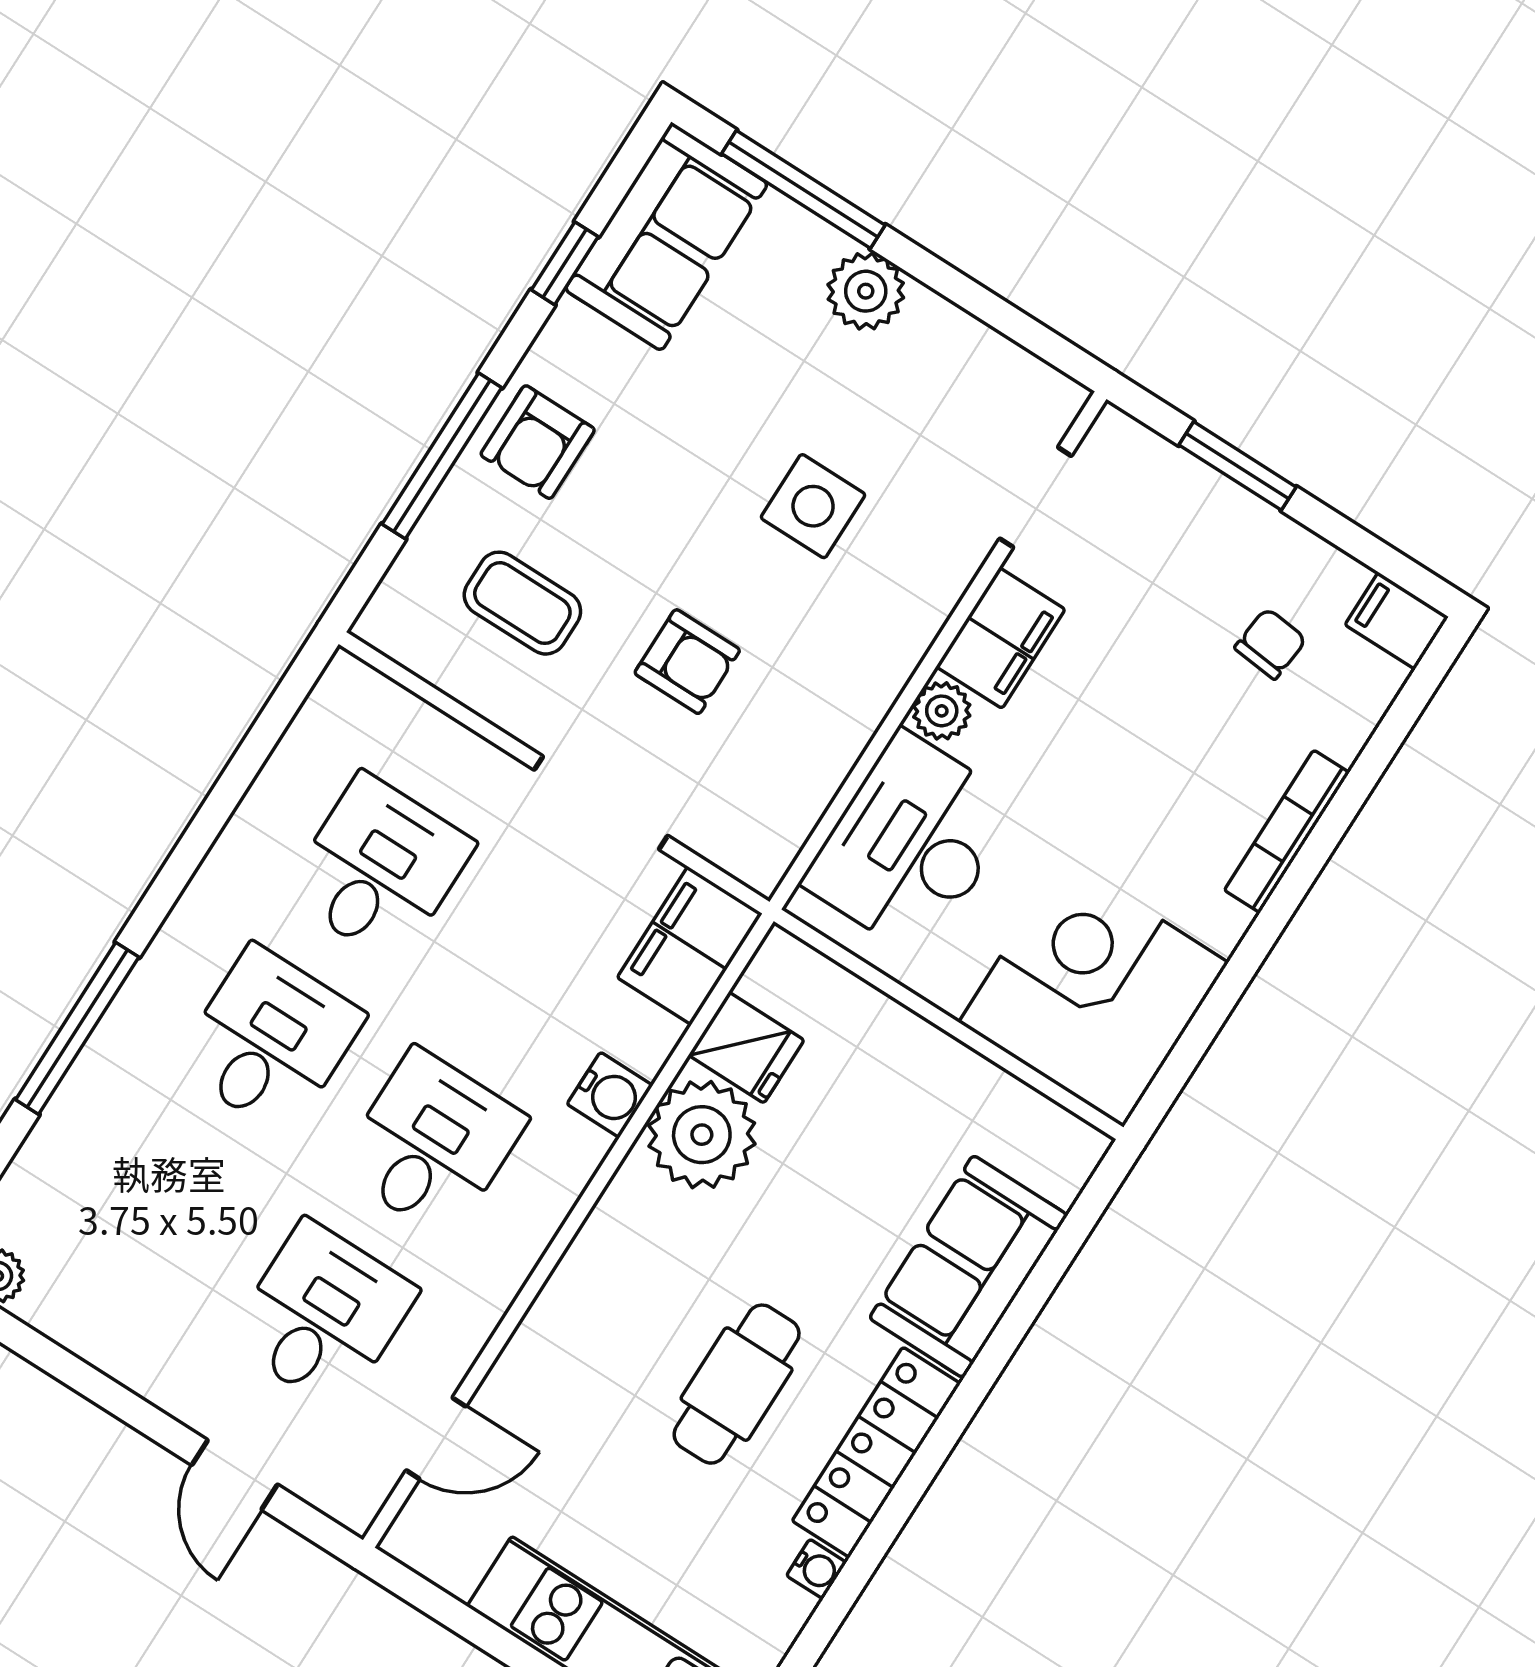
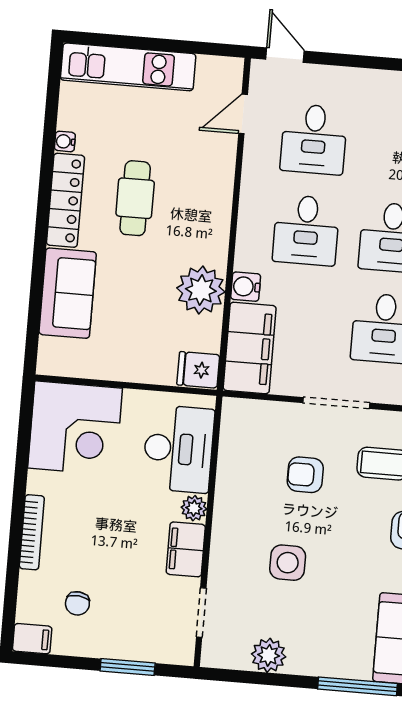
plant: (866, 291) -> (269, 655), moved
doorway: (601, 803) -> (336, 403), moved
filing cabinet: (690, 946) -> (250, 348), width x1.50, depth x1.17
fridge: (746, 1048) -> (198, 370), moved
door: (235, 1475) -> (285, 55), moved

